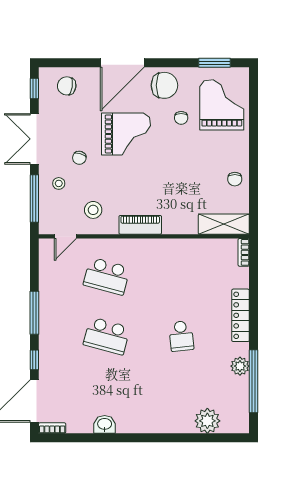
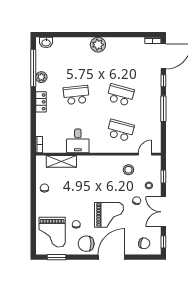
grand piano: (126, 134) -> (109, 215), turned 180
double door: (34, 139) -> (163, 212), swing flipped
window: (34, 199) -> (163, 177), width x0.46
shelving: (224, 224) -> (61, 161), moved
piano: (140, 225) -> (101, 161), removed
desk: (178, 259) -> (78, 141), added
locker: (241, 315) -> (41, 102), width x0.66
school desk: (181, 336) -> (76, 95), width x1.85
plant: (207, 421) -> (98, 45), moved
washbasin: (105, 424) -> (46, 42), moved

